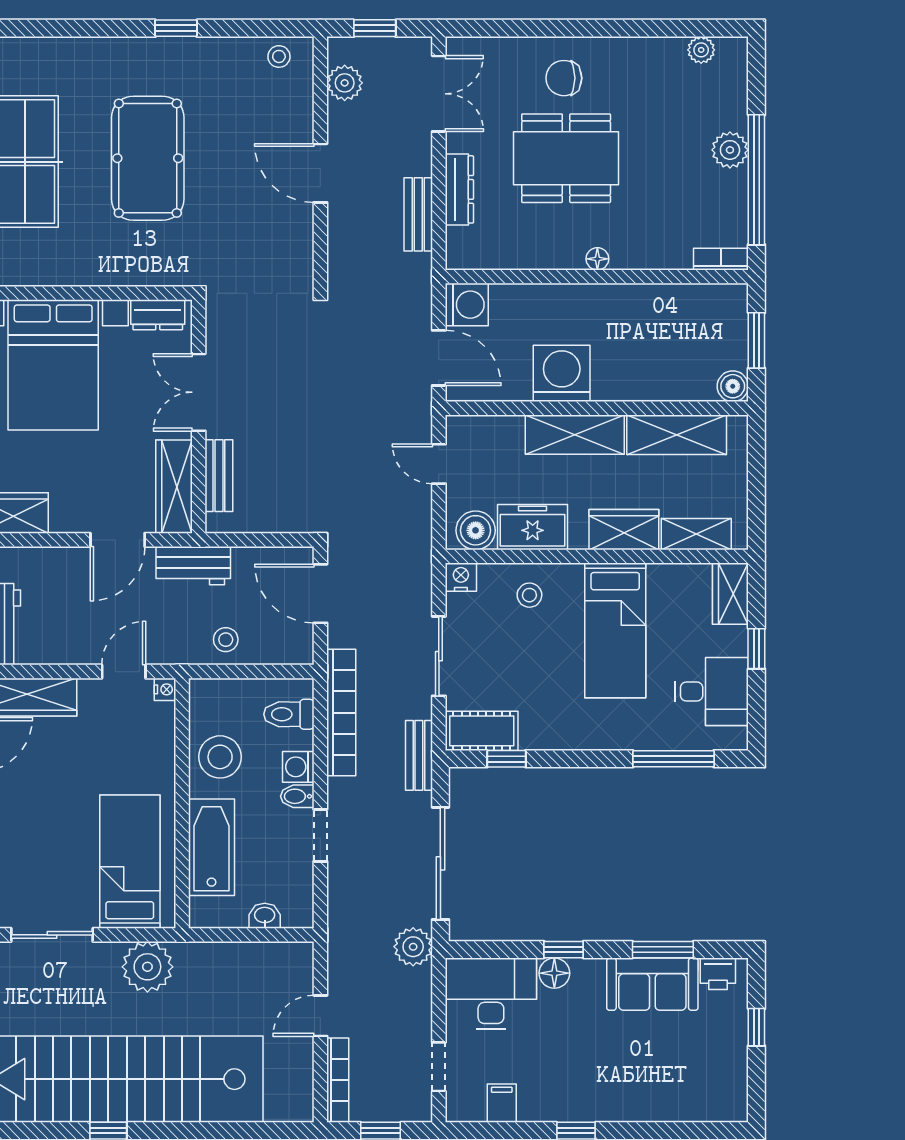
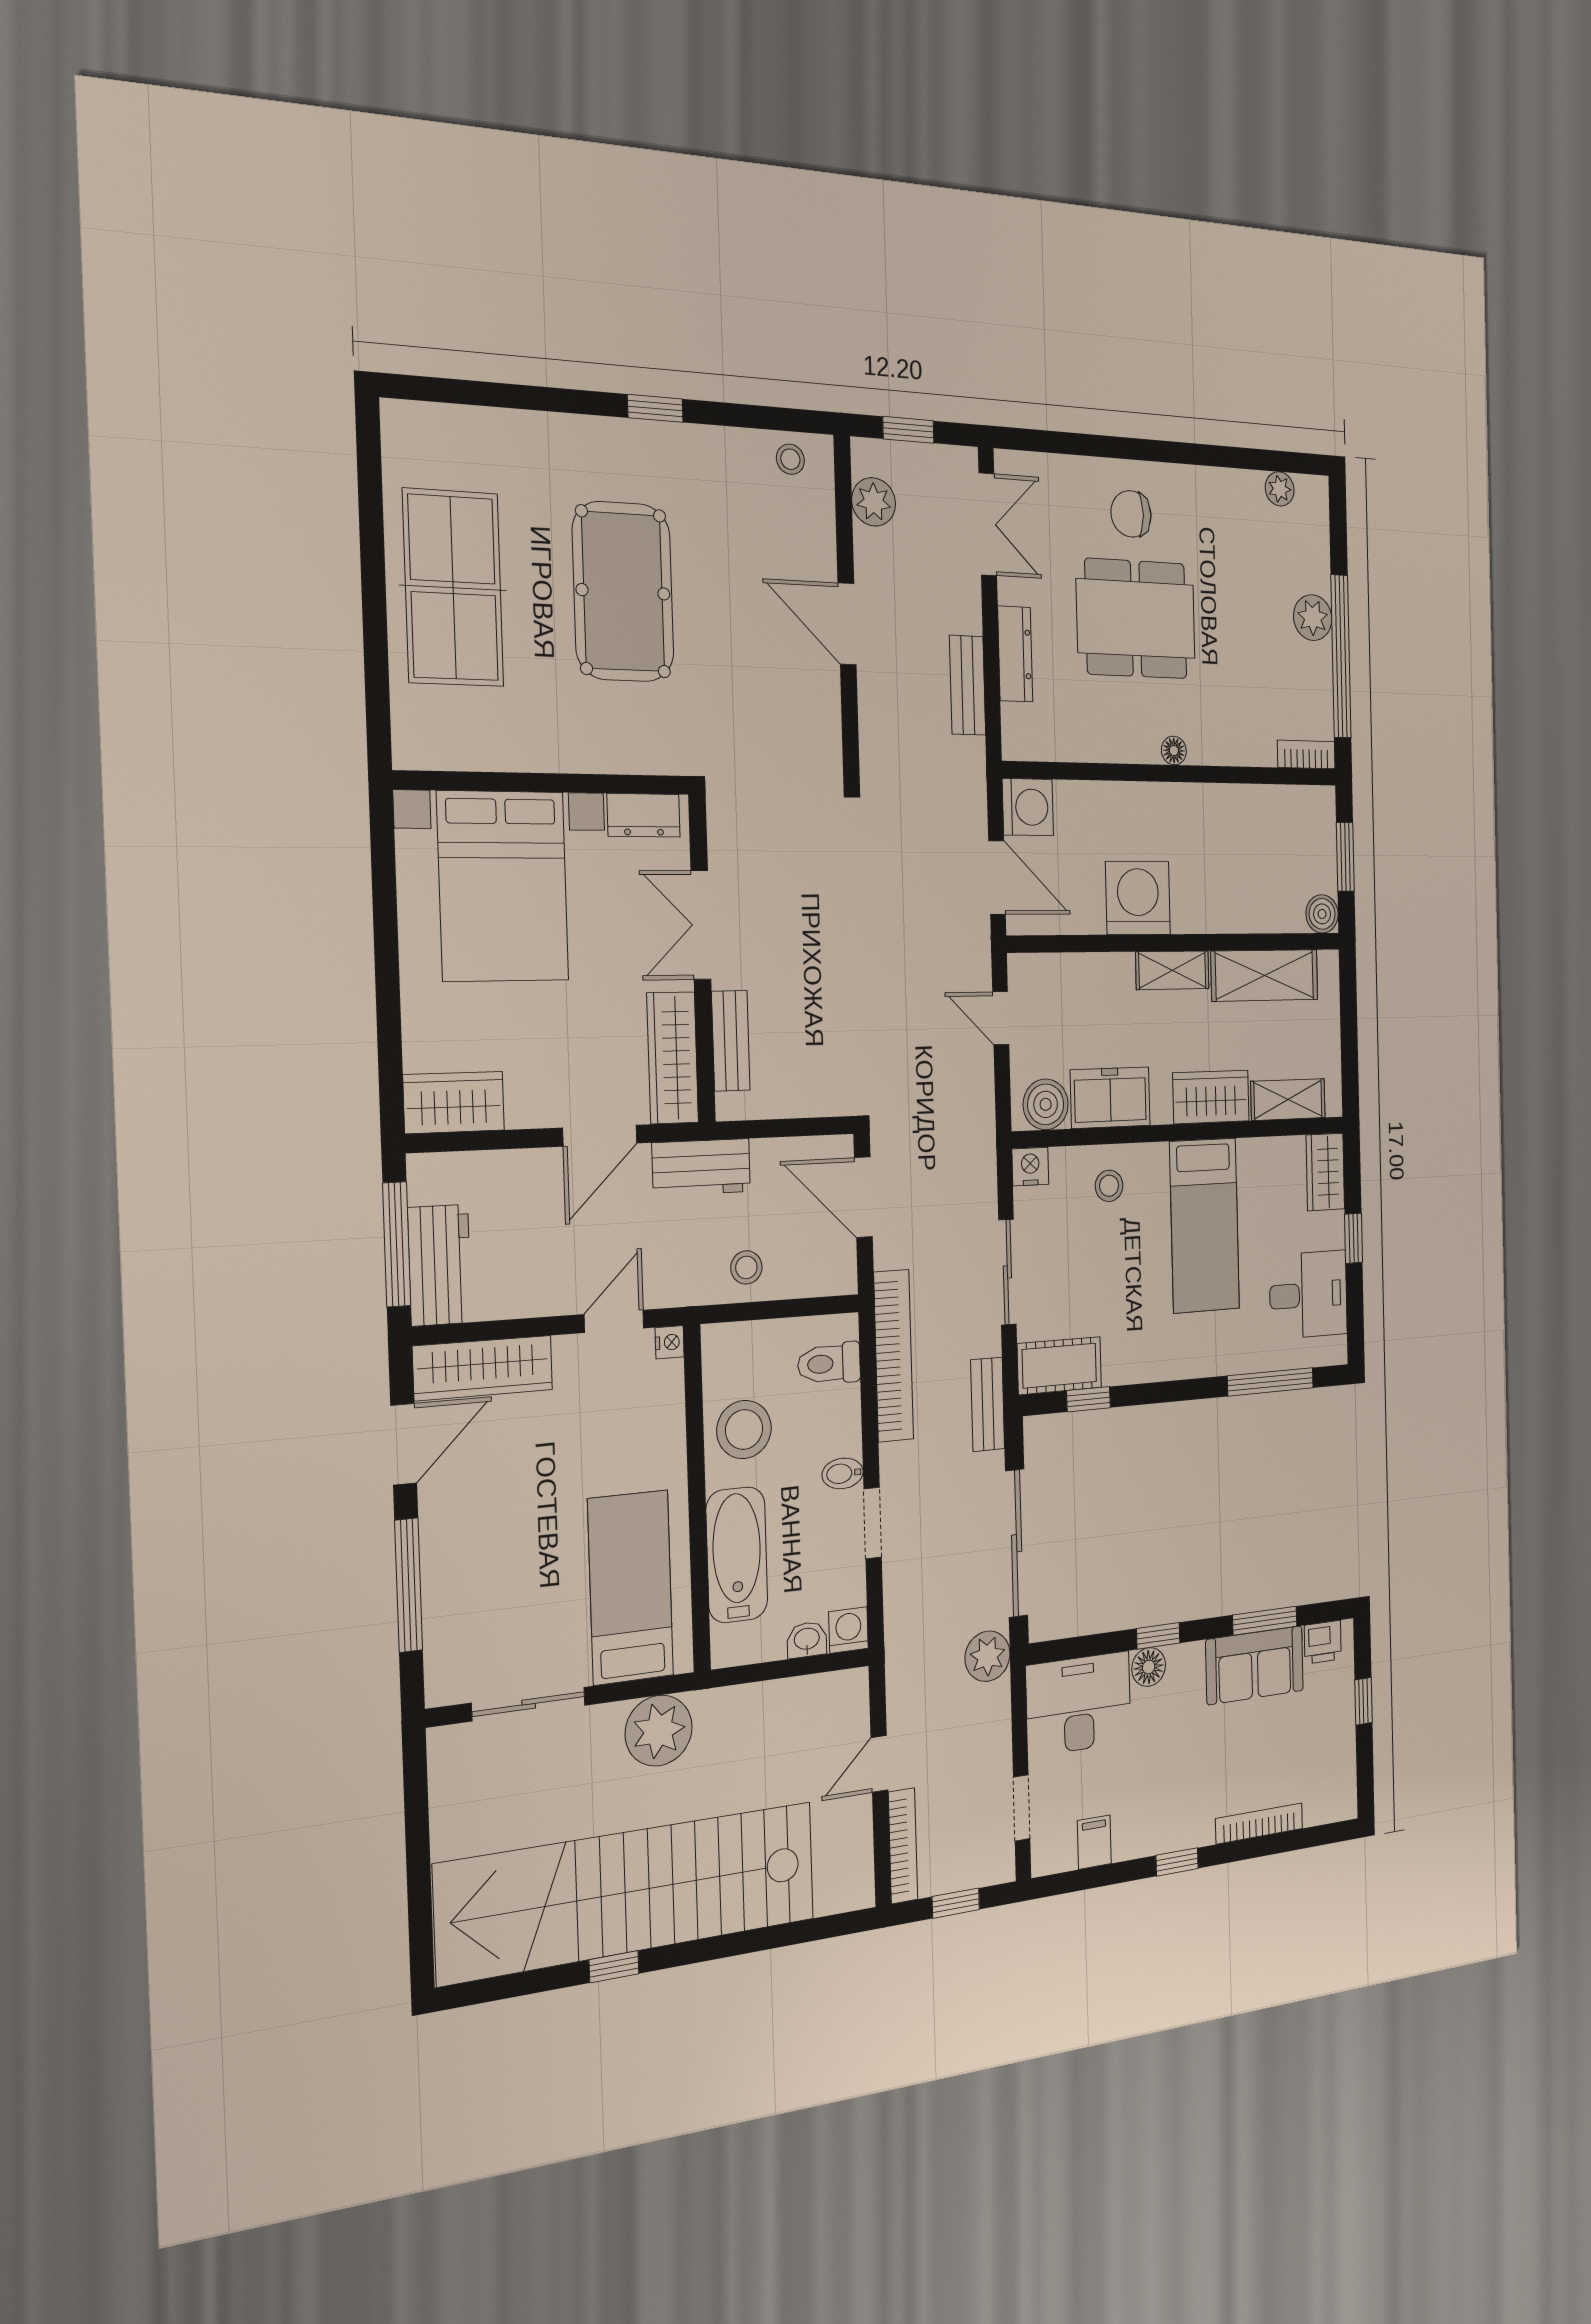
shelving: (575, 435) -> (1172, 970), width x0.67, depth x0.75
washing machine: (298, 767) -> (848, 1630), moved, turned 90
bookcase: (653, 1112) -> (1259, 1823), added

